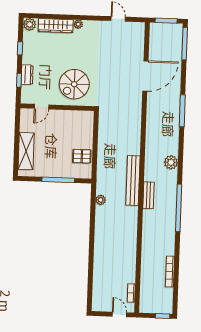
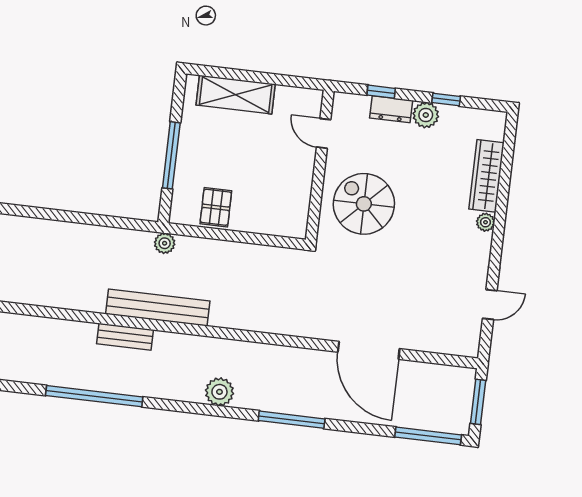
plant: (30, 24) -> (426, 115), moved
plant: (171, 162) -> (219, 392), moved
plant: (101, 200) -> (165, 243), moved

